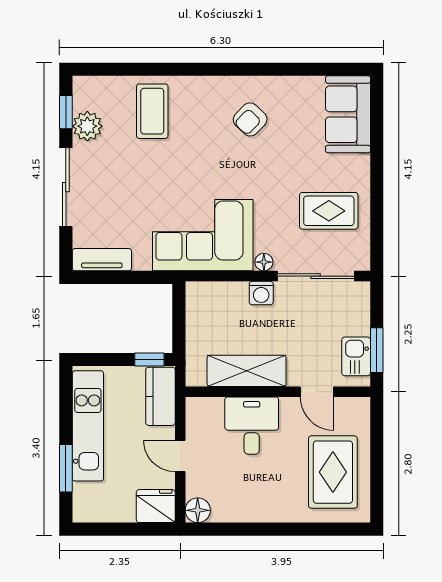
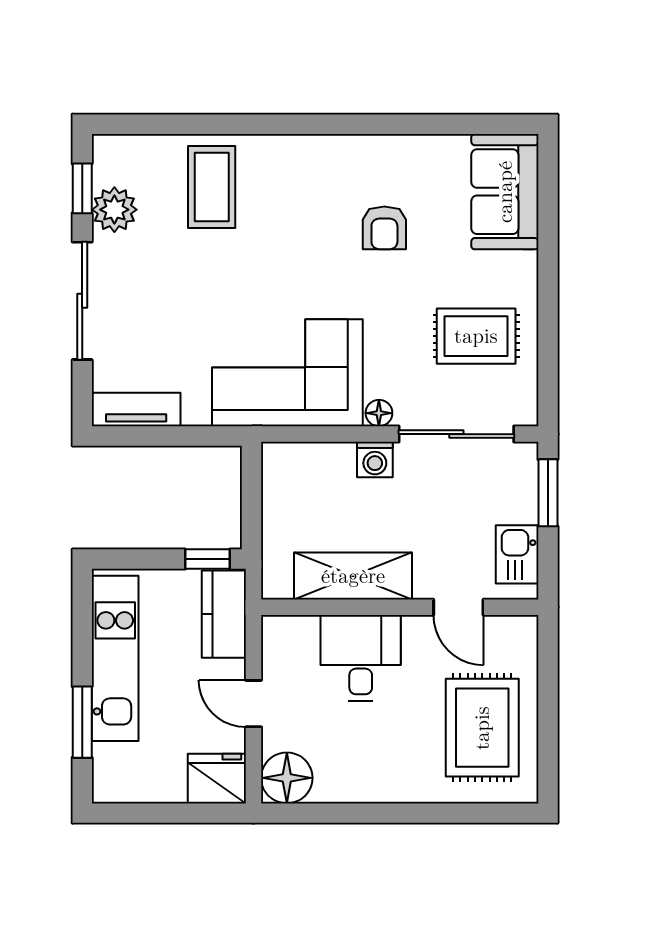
armchair: (250, 119) -> (384, 228), moved, turned -44
window: (377, 350) -> (548, 493), moved
floor lamp: (198, 510) -> (287, 778), width x1.38, depth x1.38

